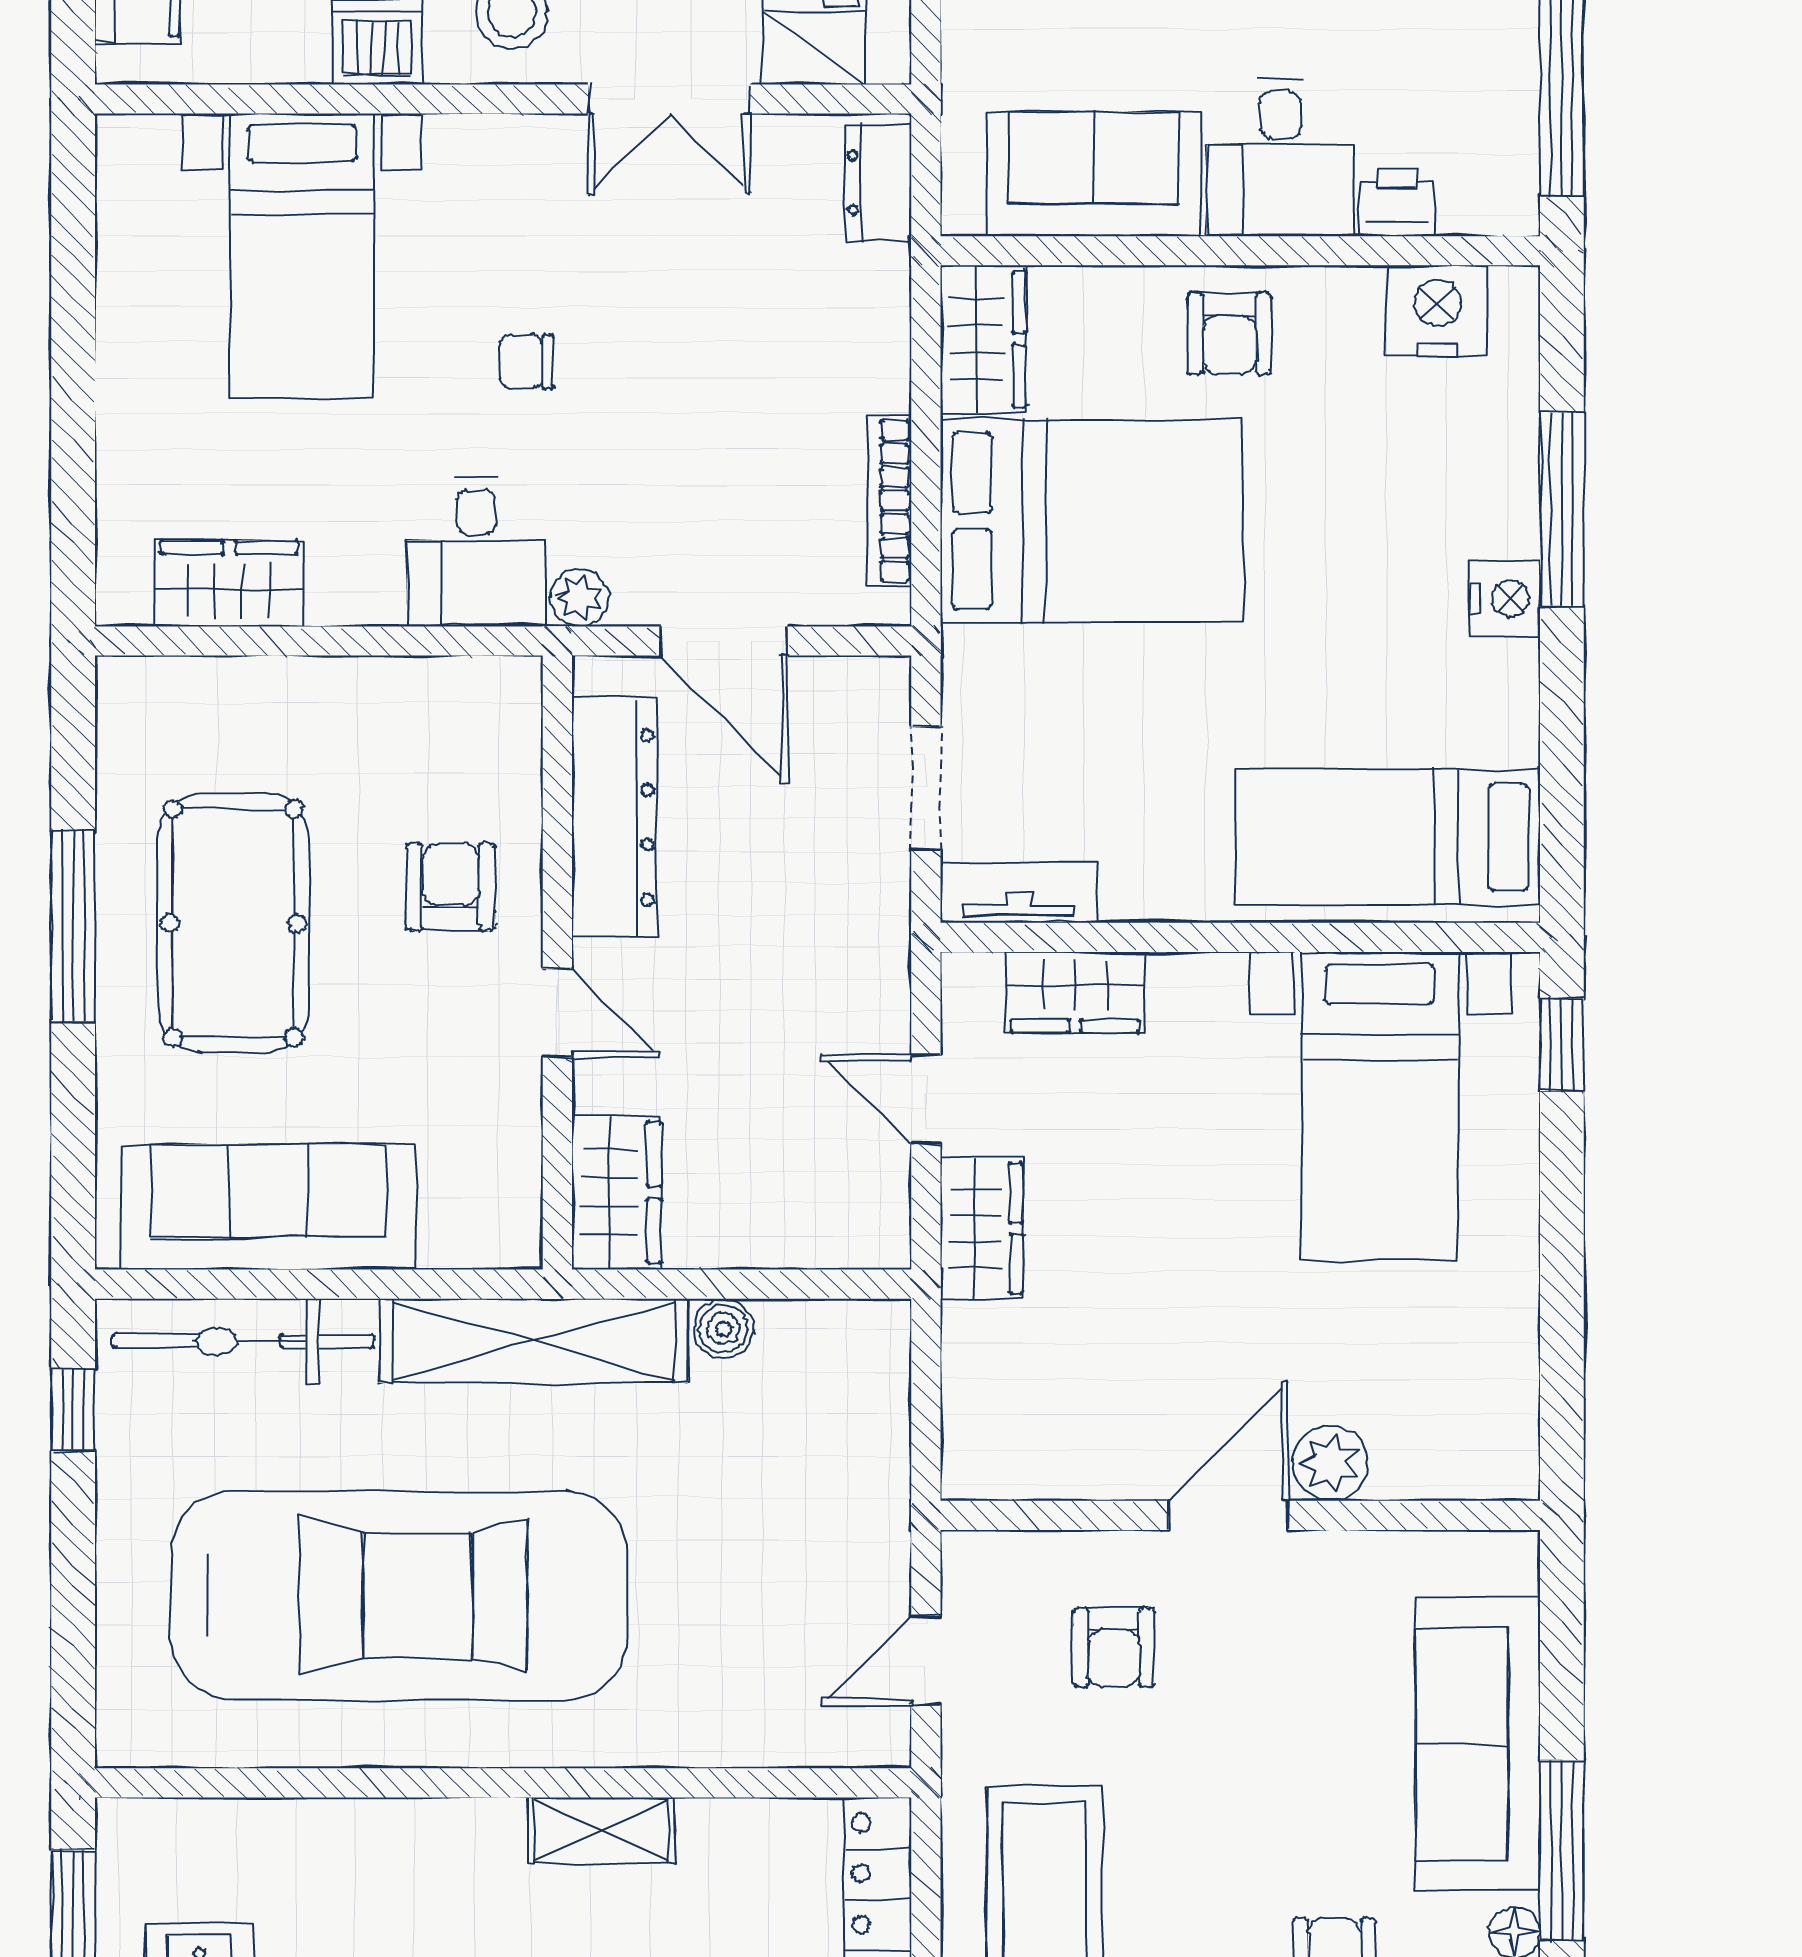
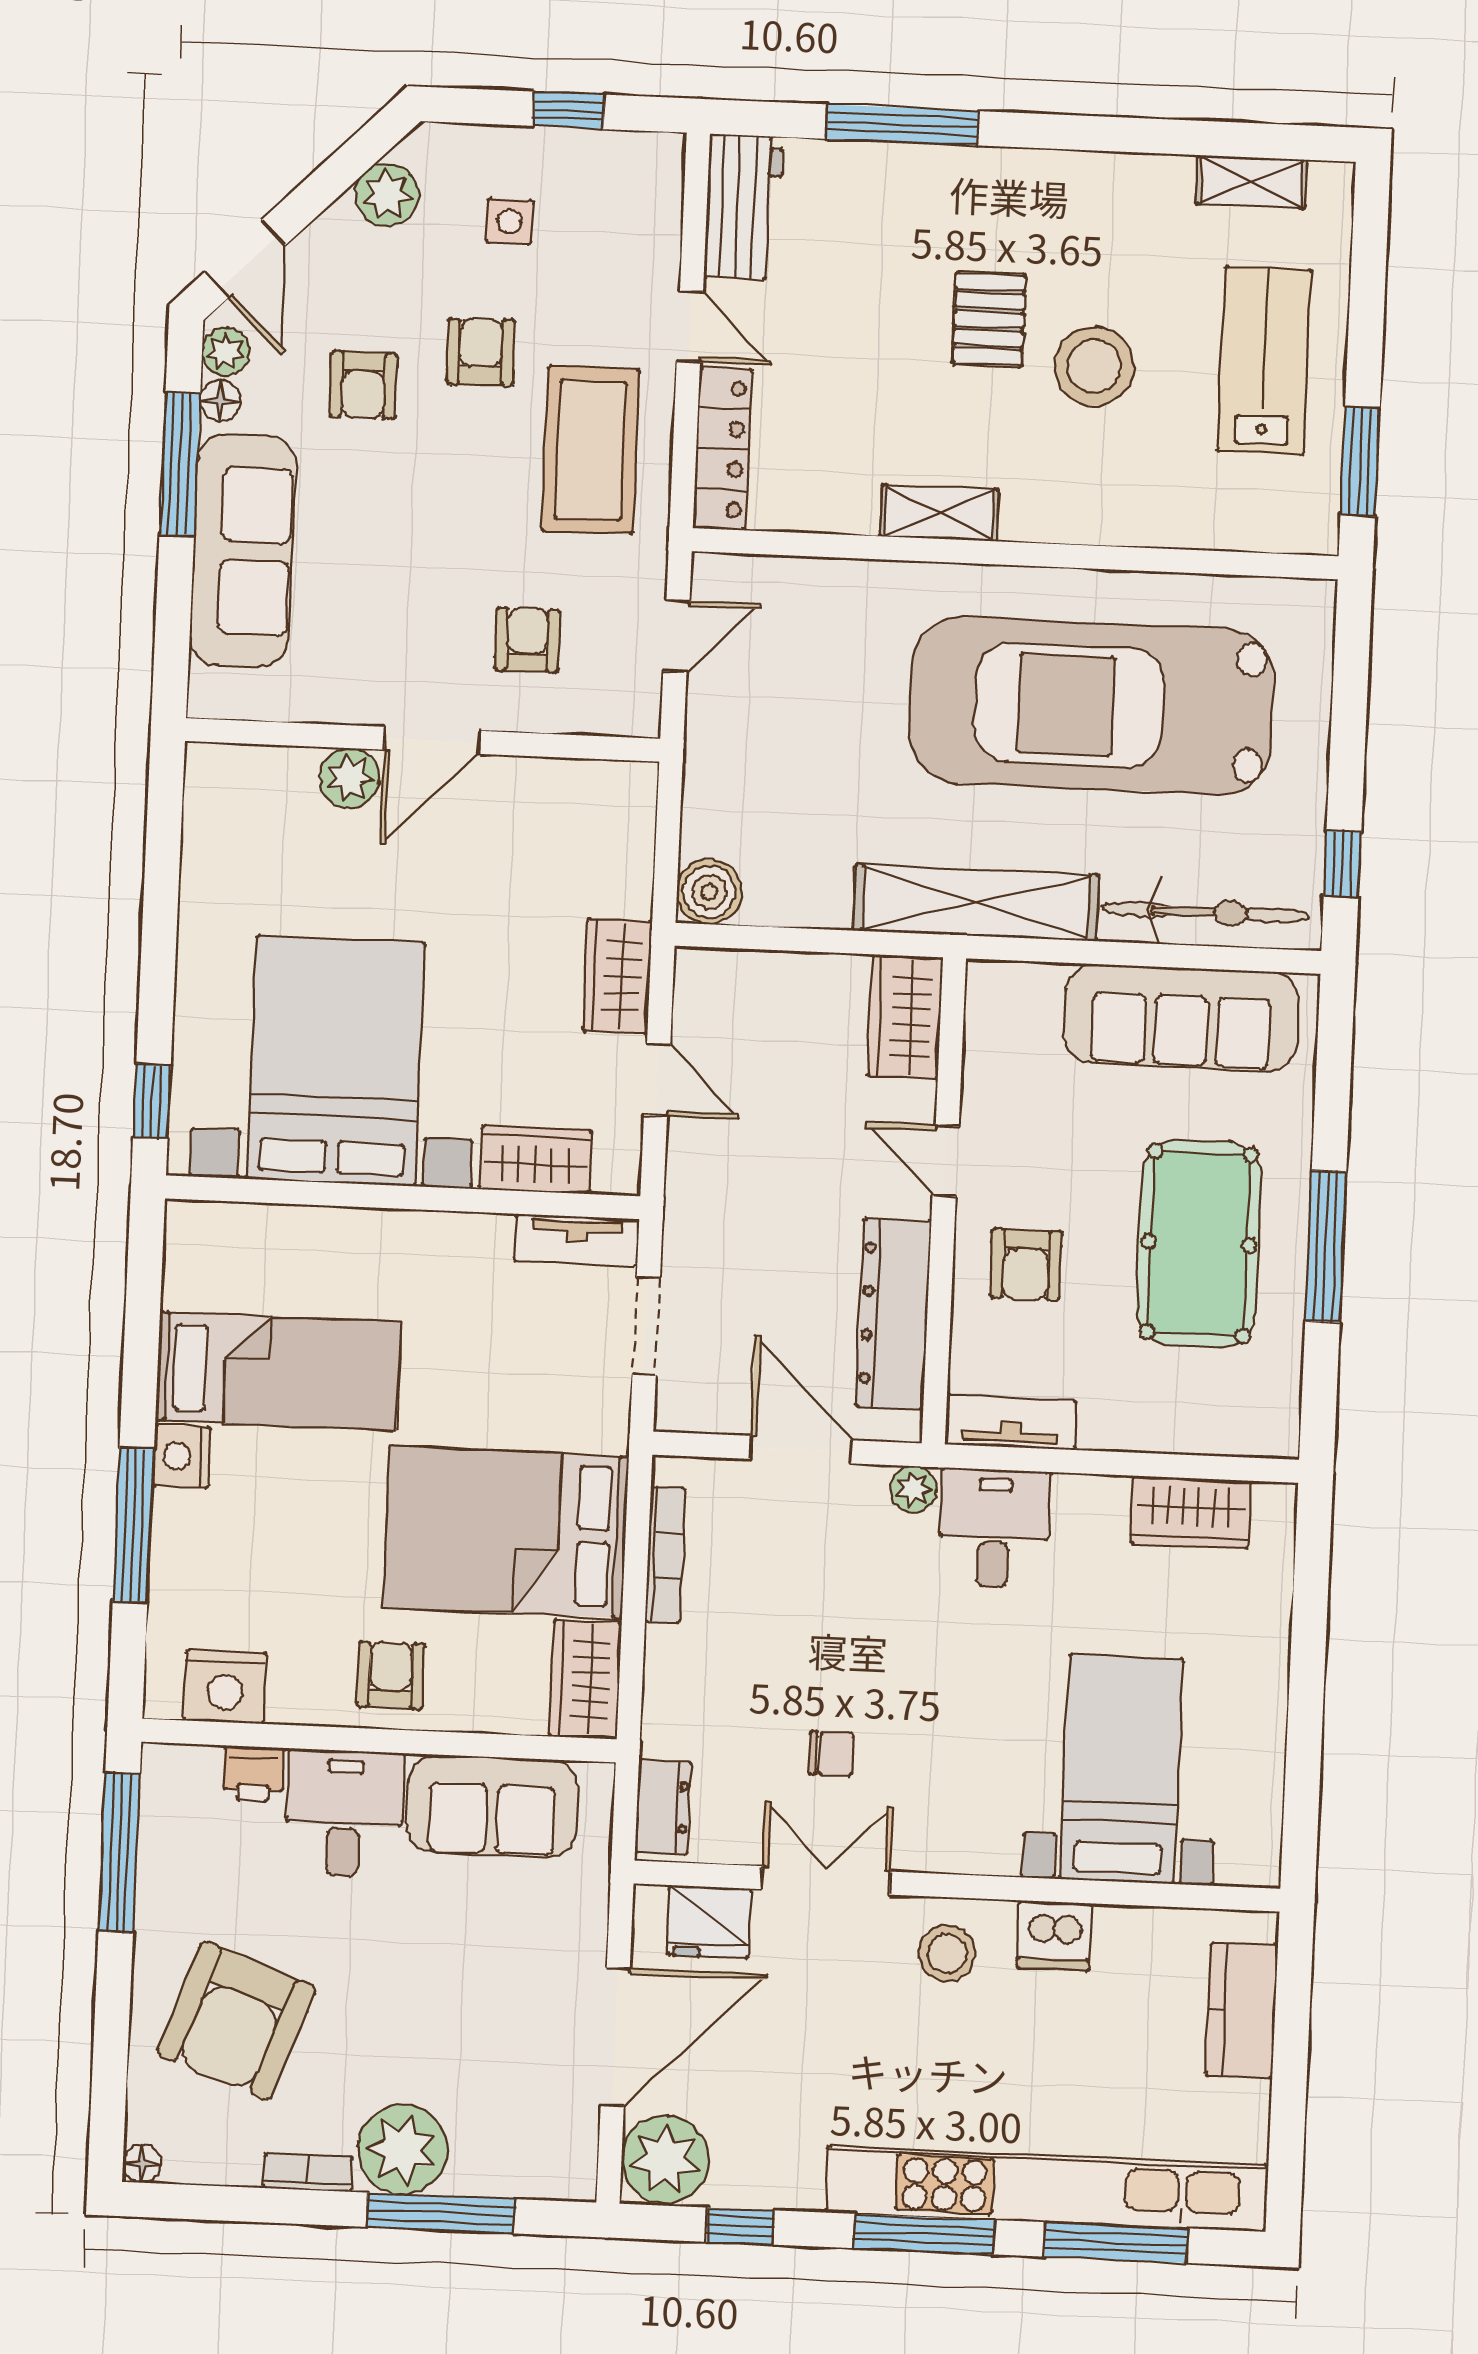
chair: (526, 361) -> (831, 1753), moved
tv unit: (461, 687) -> (1011, 1422), added
bed: (1388, 837) -> (278, 1371), moved
bed with nightstands: (1380, 1106) -> (336, 1061), width x1.36
boiler: (723, 1329) -> (709, 892), moved, width x1.36, depth x1.36

